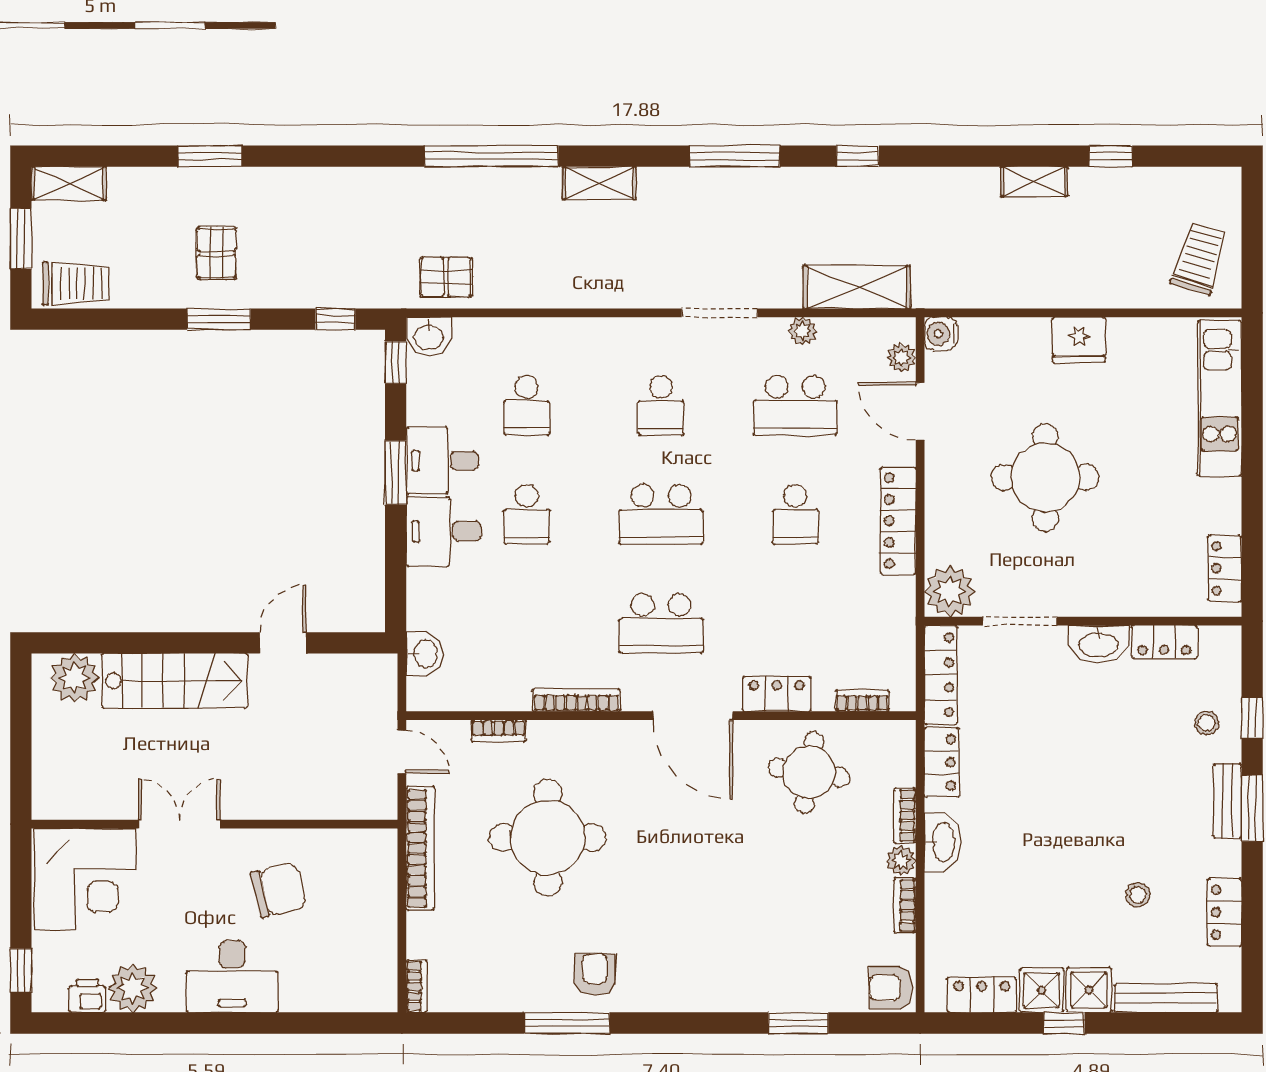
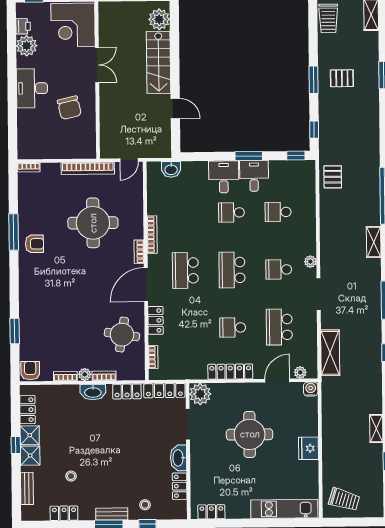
plant: (802, 331) -> (310, 262), moved
washbasin: (429, 336) -> (307, 170), removed
bookcase: (499, 731) -> (139, 252), moved
bench: (1166, 998) -> (27, 488), width x0.73

